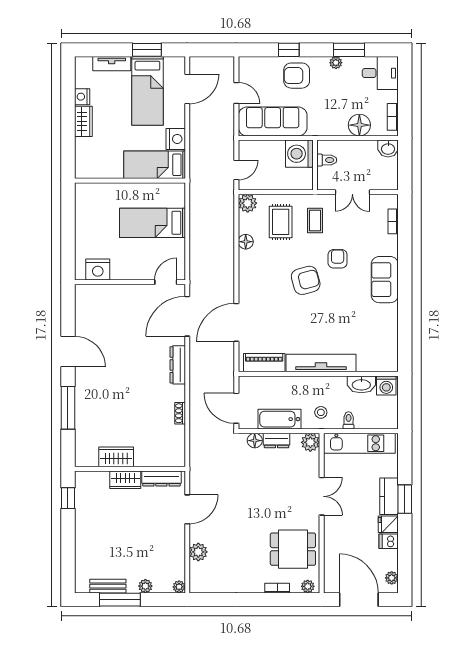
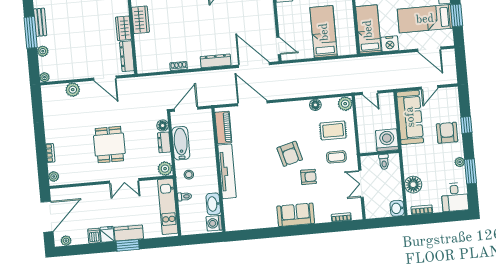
dining table: (293, 549) -> (109, 145), moved

